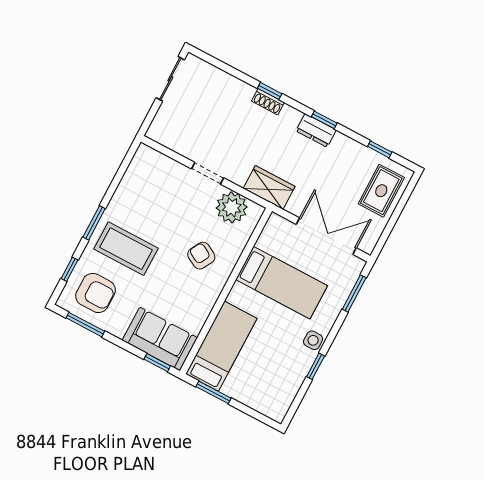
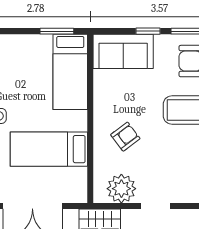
armchair: (201, 256) -> (125, 137), turned -66
window: (157, 363) -> (148, 31), moved

